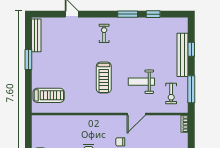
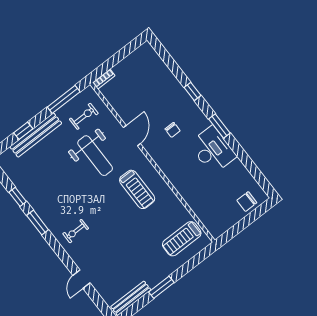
treadmill: (104, 78) -> (137, 189), moved, turned 90
weight bench: (141, 82) -> (95, 156), width x1.36, depth x1.33
treadmill: (49, 95) -> (182, 239), turned -90
door: (136, 114) -> (132, 136), hinge flipped

